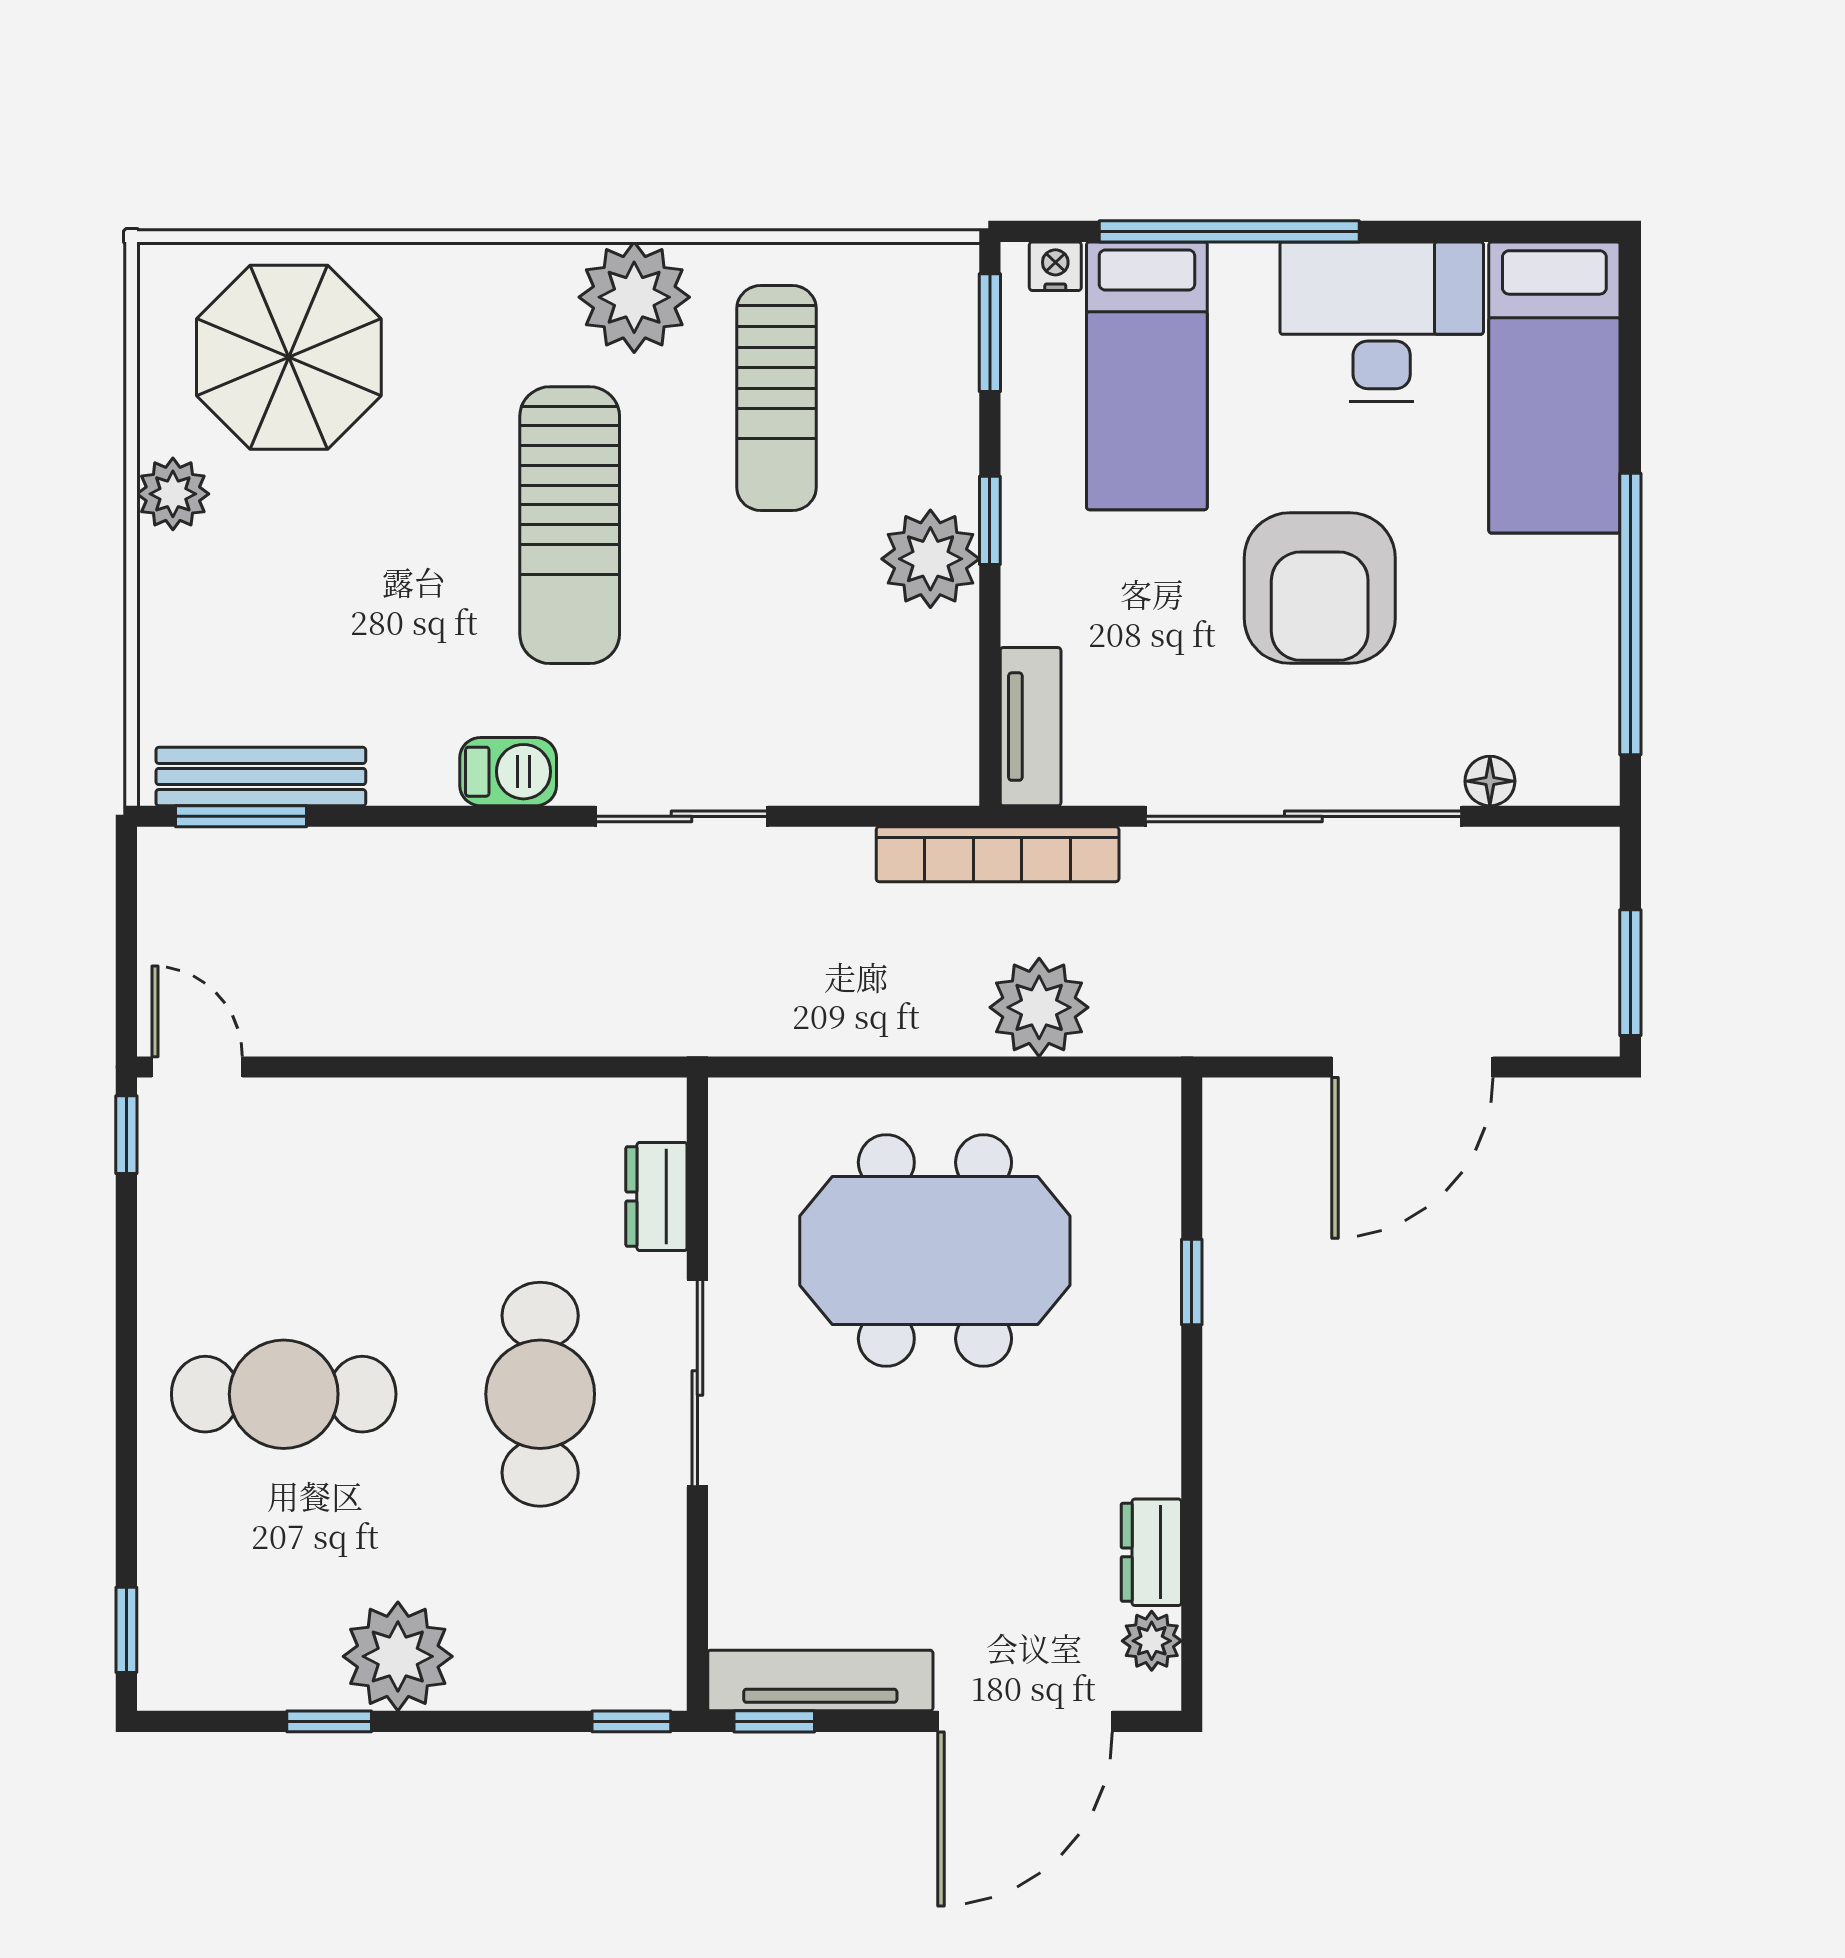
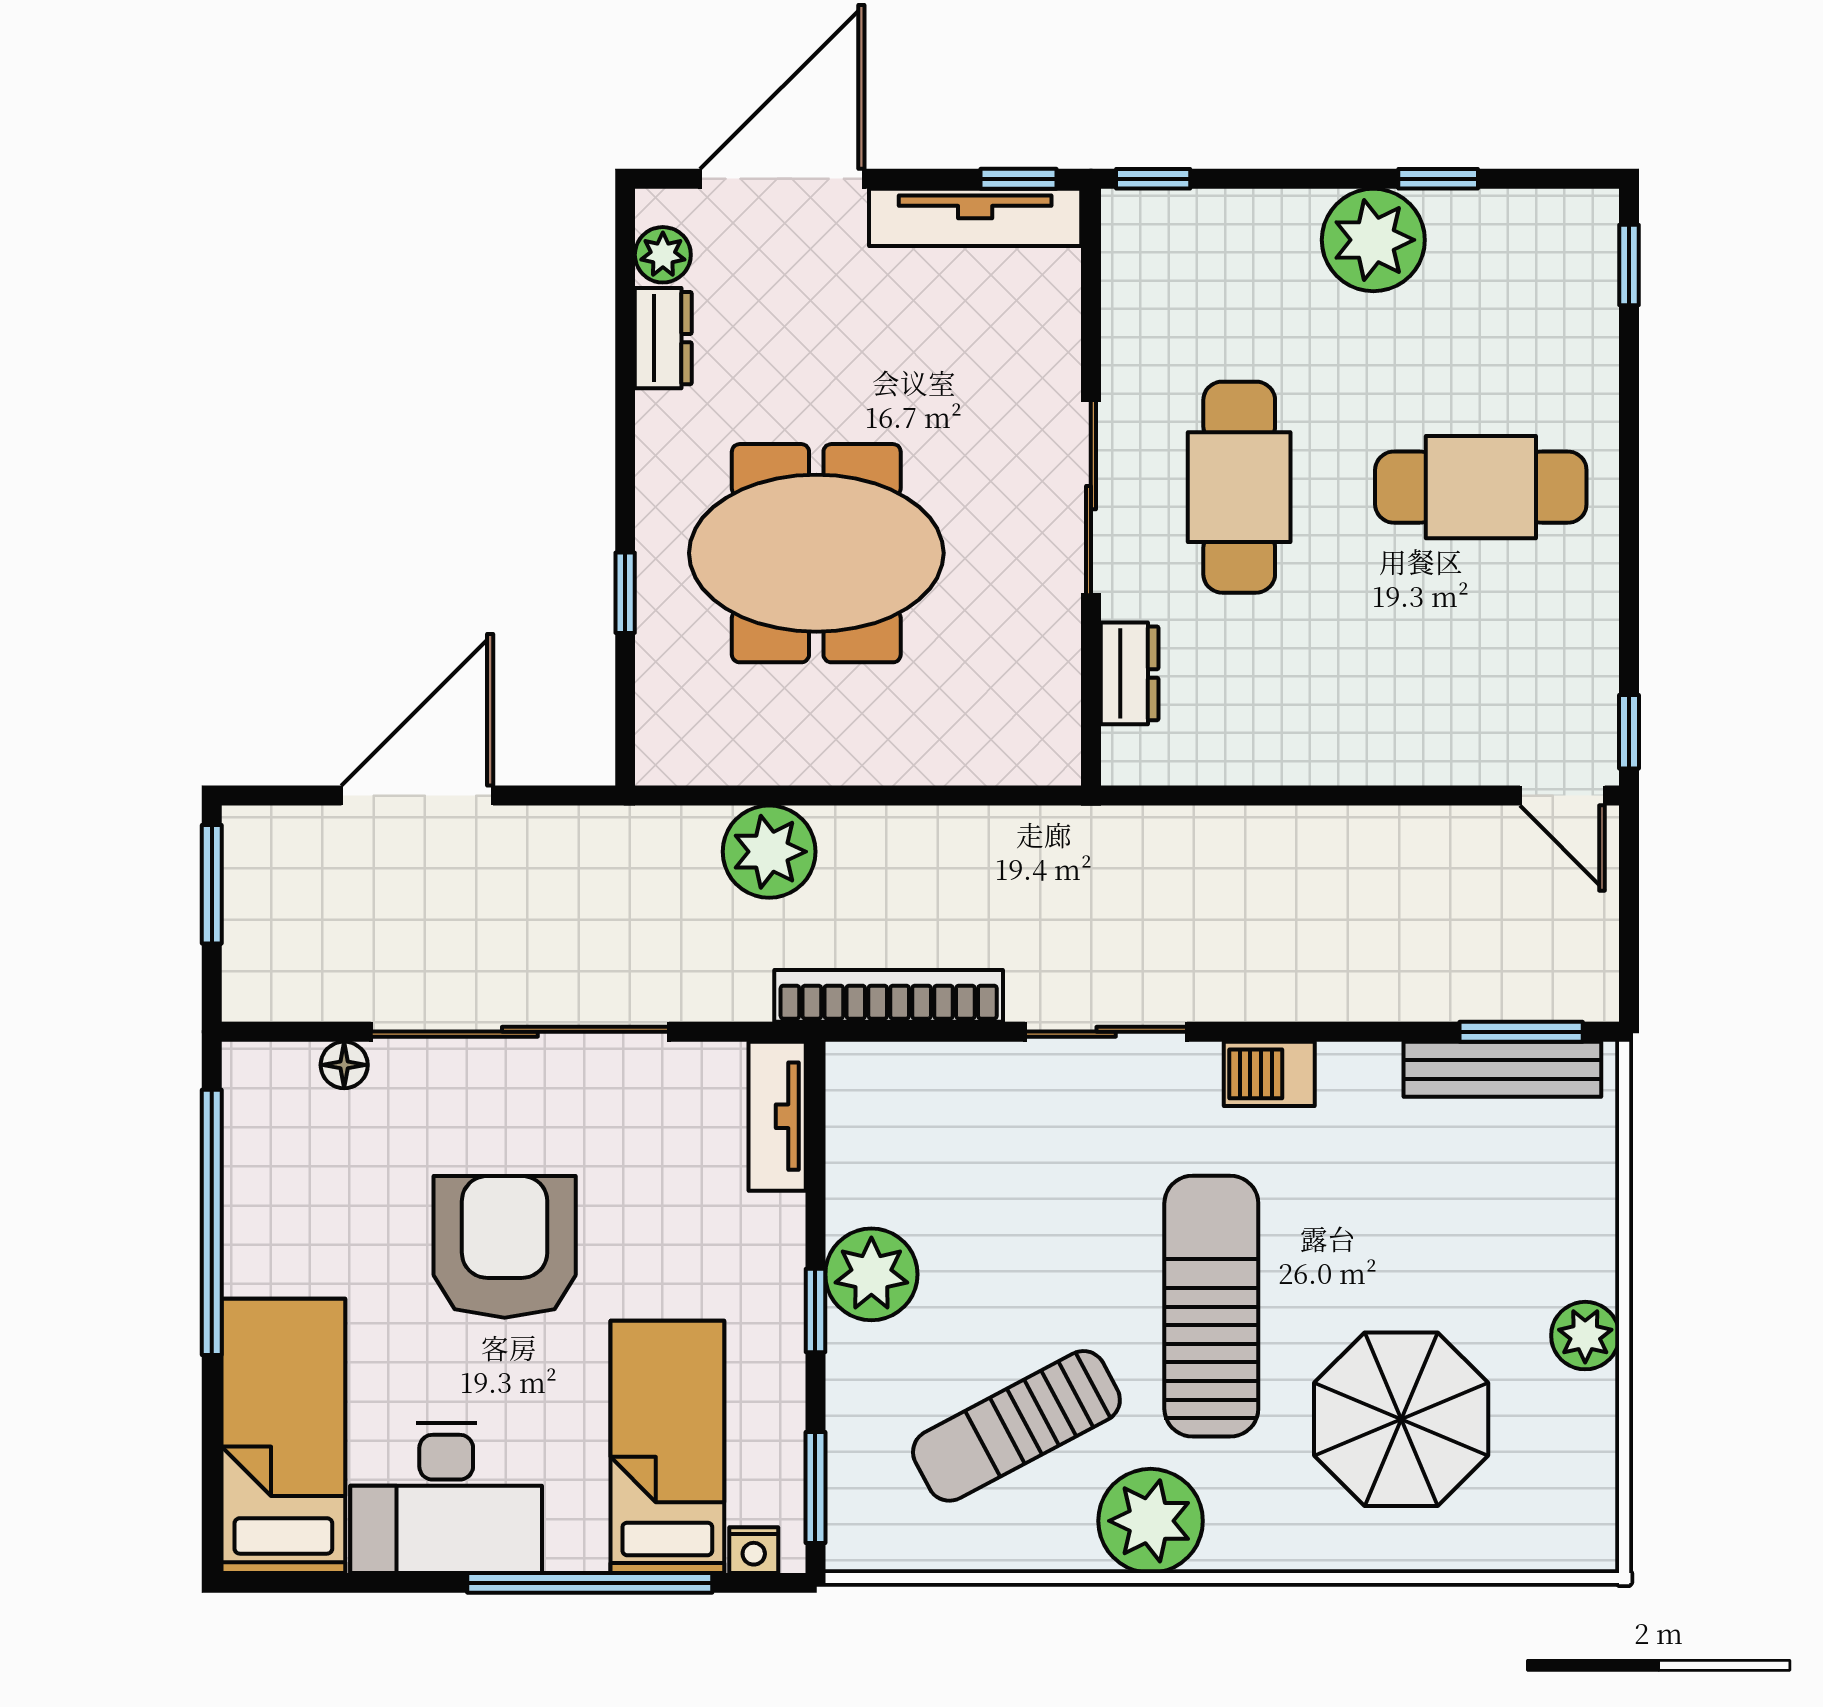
parasol: (289, 357) -> (1401, 1419), moved
sun lounger: (777, 398) -> (1016, 1426), turned -118
bookcase: (998, 854) -> (889, 996), moved
meeting table: (935, 1251) -> (816, 553), moved

